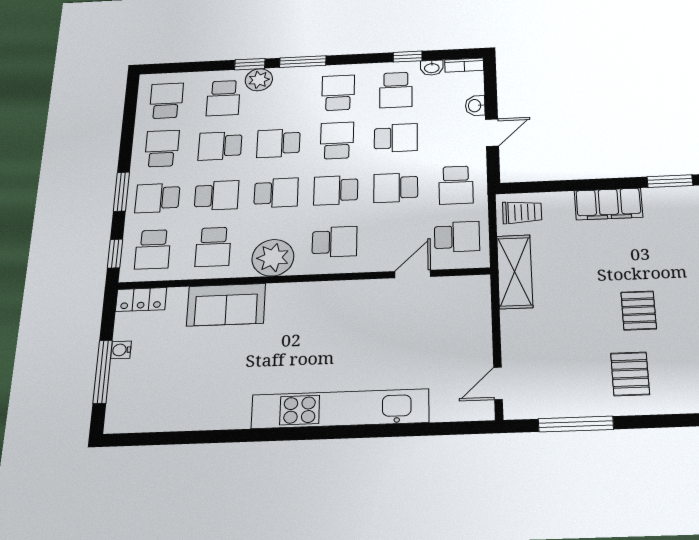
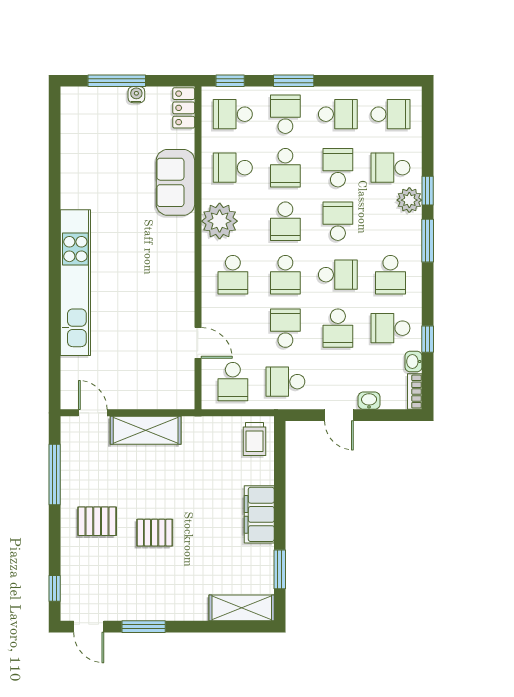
school desk: (338, 93) -> (390, 275), turned 90
school desk: (336, 190) -> (285, 275), turned 180
shelving: (515, 272) -> (146, 430), moved

